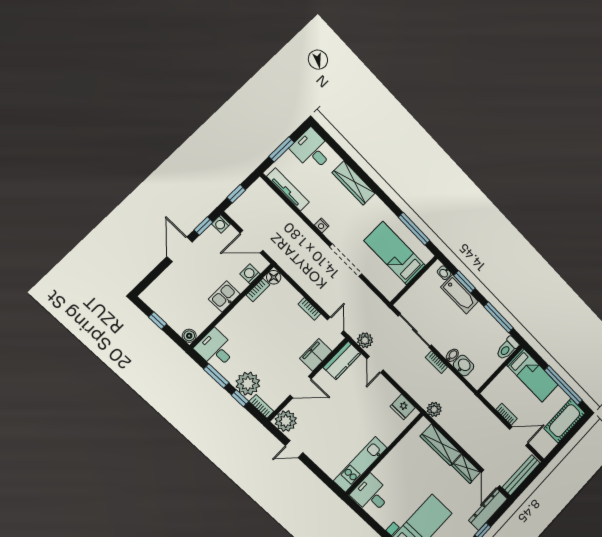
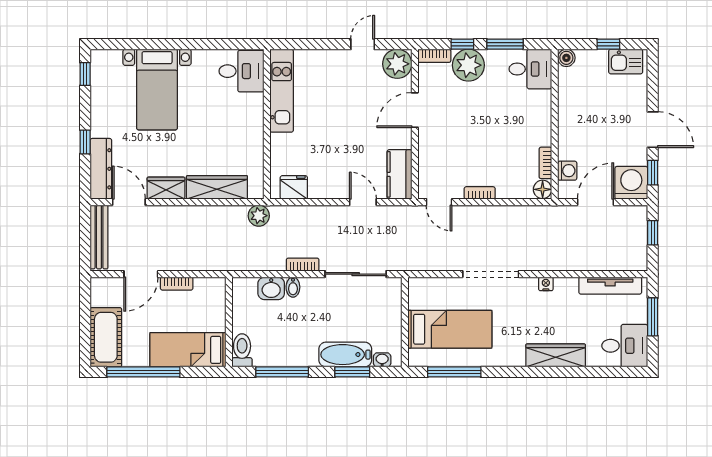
washing machine: (221, 224) -> (631, 183), width x1.89, depth x1.89
kitchen sink: (224, 297) -> (626, 62), moved, turned 90
plant: (365, 340) -> (396, 216), removed
filing cabinet: (316, 355) -> (430, 155), removed

